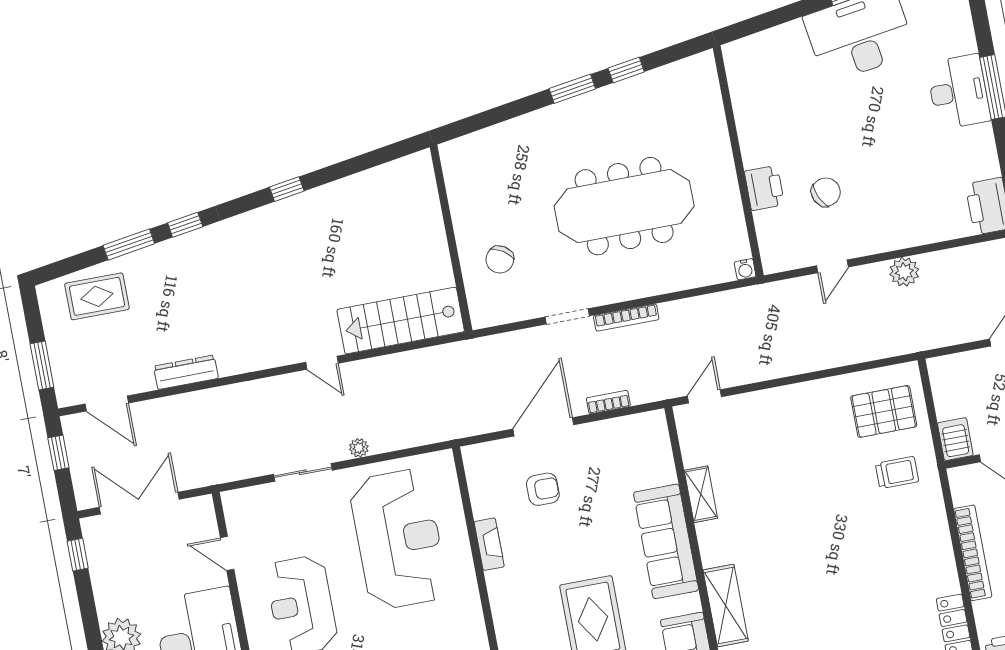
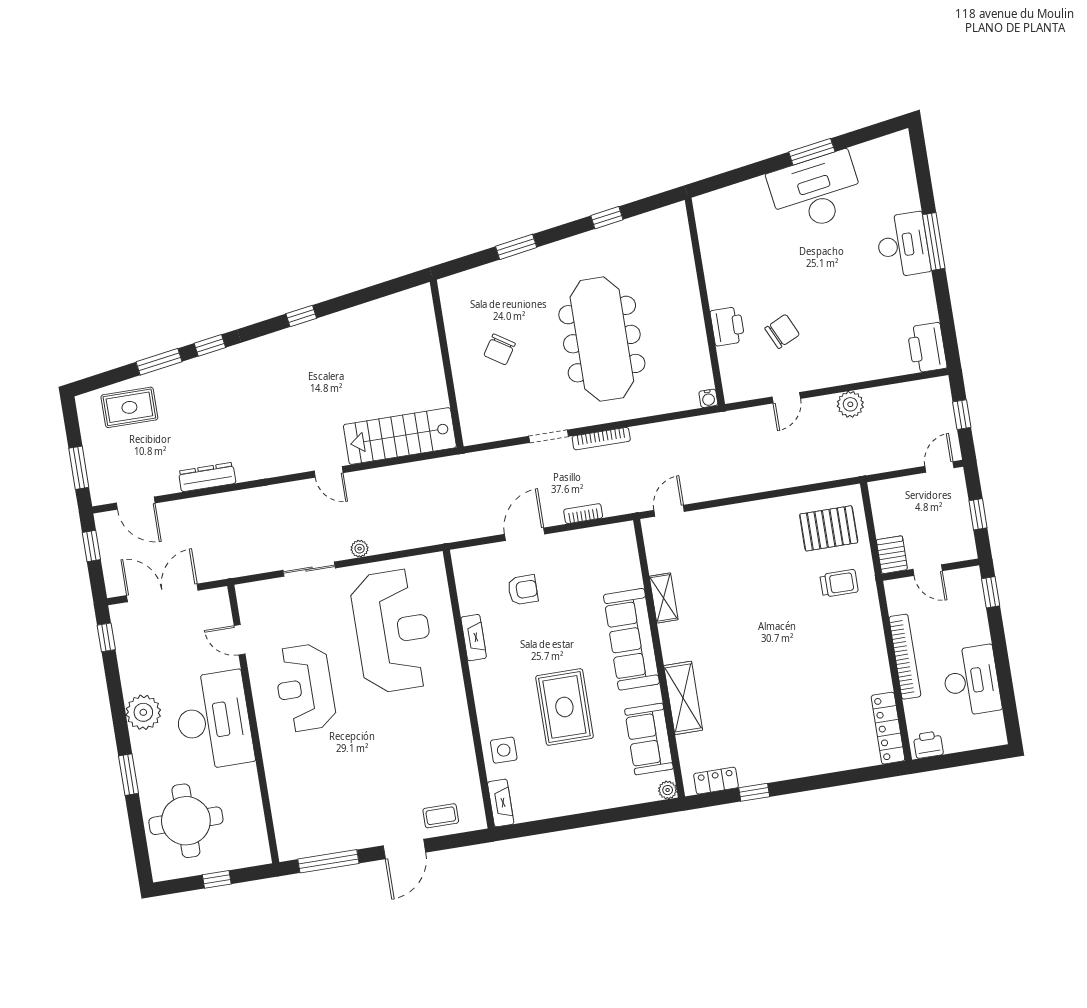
window: (572, 89) -> (516, 247), moved
meeting table: (624, 206) -> (602, 339), turned 90
chair: (500, 259) -> (500, 349), moved
door: (543, 427) -> (525, 534), width x0.73

